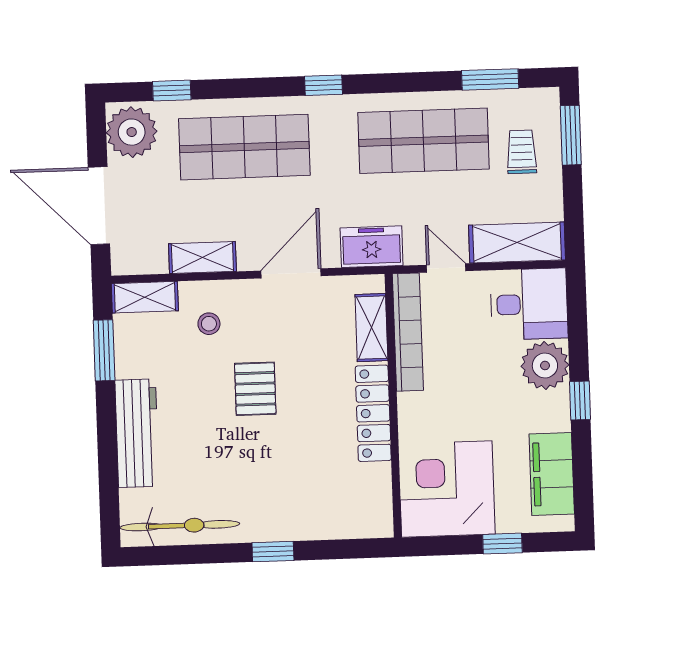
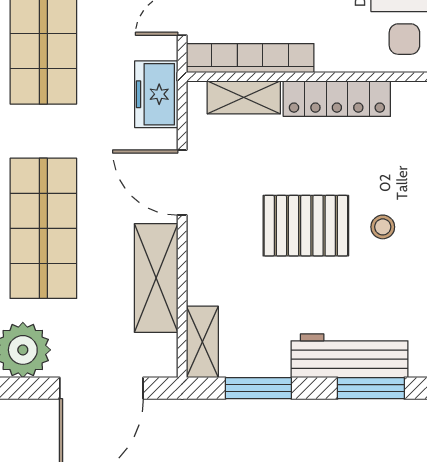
shelving: (202, 258) -> (156, 278), width x1.50, depth x1.33
stool: (209, 324) -> (383, 227), moved
pallet: (255, 389) -> (306, 226), width x1.50, depth x1.42
window: (108, 454) -> (371, 388), added

